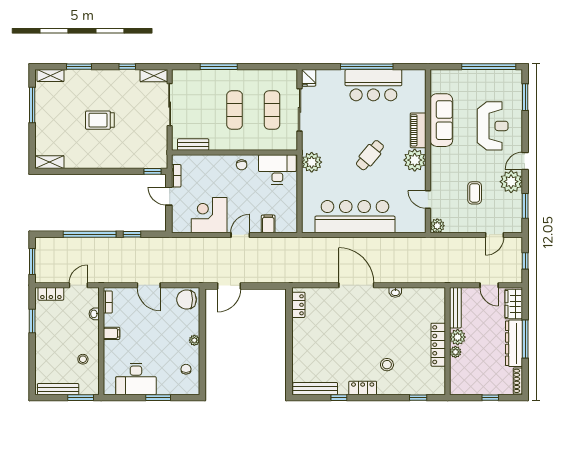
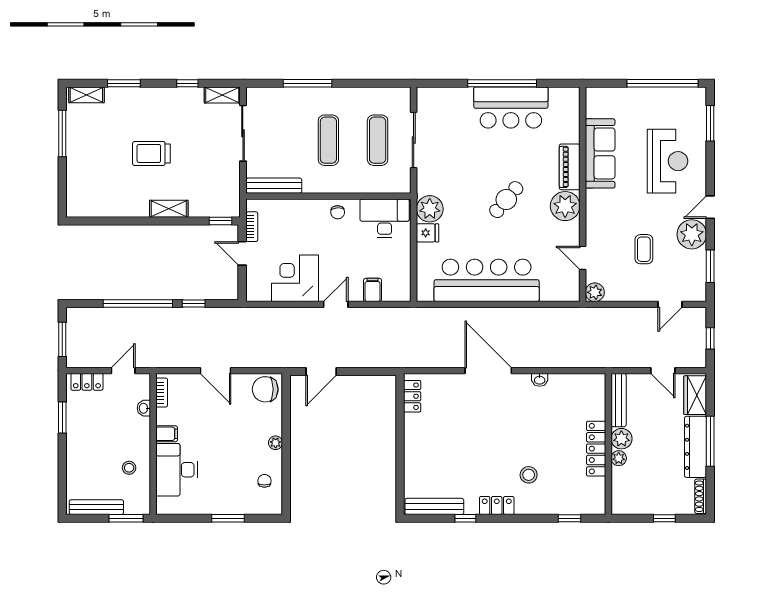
fridge: (309, 78) -> (427, 233), moved, turned -90
bench: (193, 145) -> (274, 186), width x1.36
shelving: (49, 162) -> (169, 209), moved
desk: (136, 379) -> (177, 470), moved, turned 90

